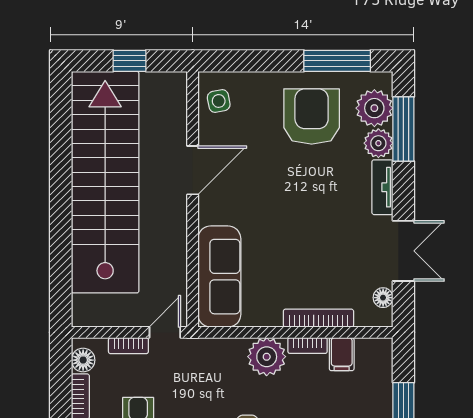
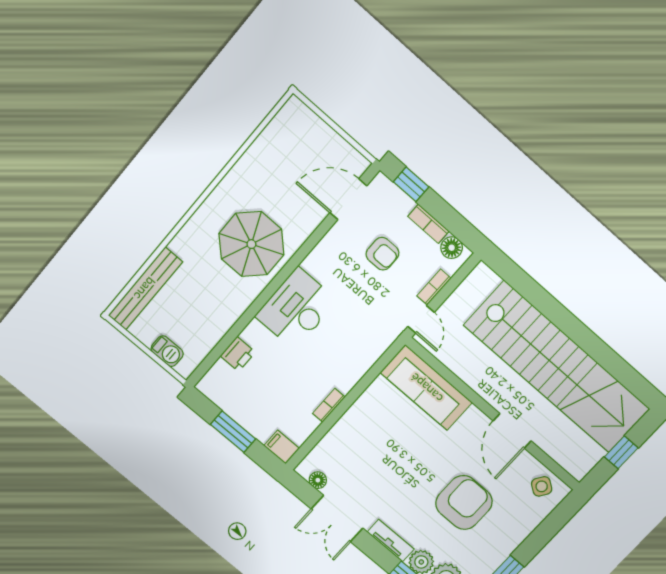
side table: (219, 101) -> (542, 486), turned 45
armchair: (312, 116) -> (464, 503), moved, turned -90
bookcase: (318, 318) -> (341, 428), removed
filing cabinet: (342, 354) -> (282, 447), moved
plant: (267, 357) -> (345, 372), removed

